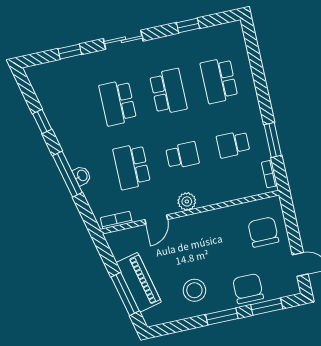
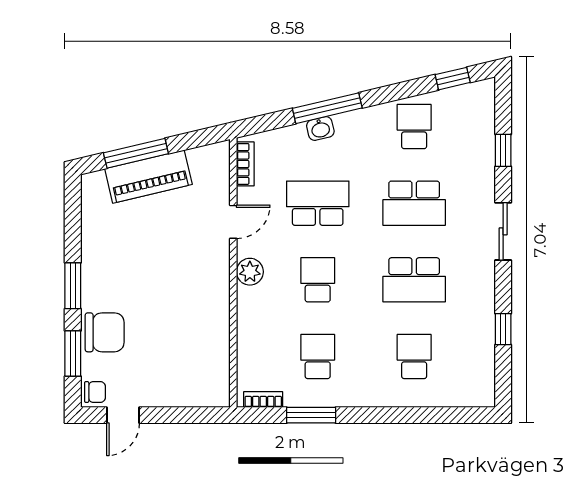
school desk: (219, 80) -> (414, 356), width x0.54
school desk: (118, 103) -> (414, 203), turned 180
school desk: (67, 114) -> (414, 127), added
window: (42, 122) -> (453, 79), moved
school desk: (182, 155) -> (318, 280), turned 180
door: (156, 220) -> (233, 222), swing flipped
chair: (263, 232) -> (95, 392), moved, width x0.54, depth x0.54
stool: (194, 290) -> (119, 255), removed

